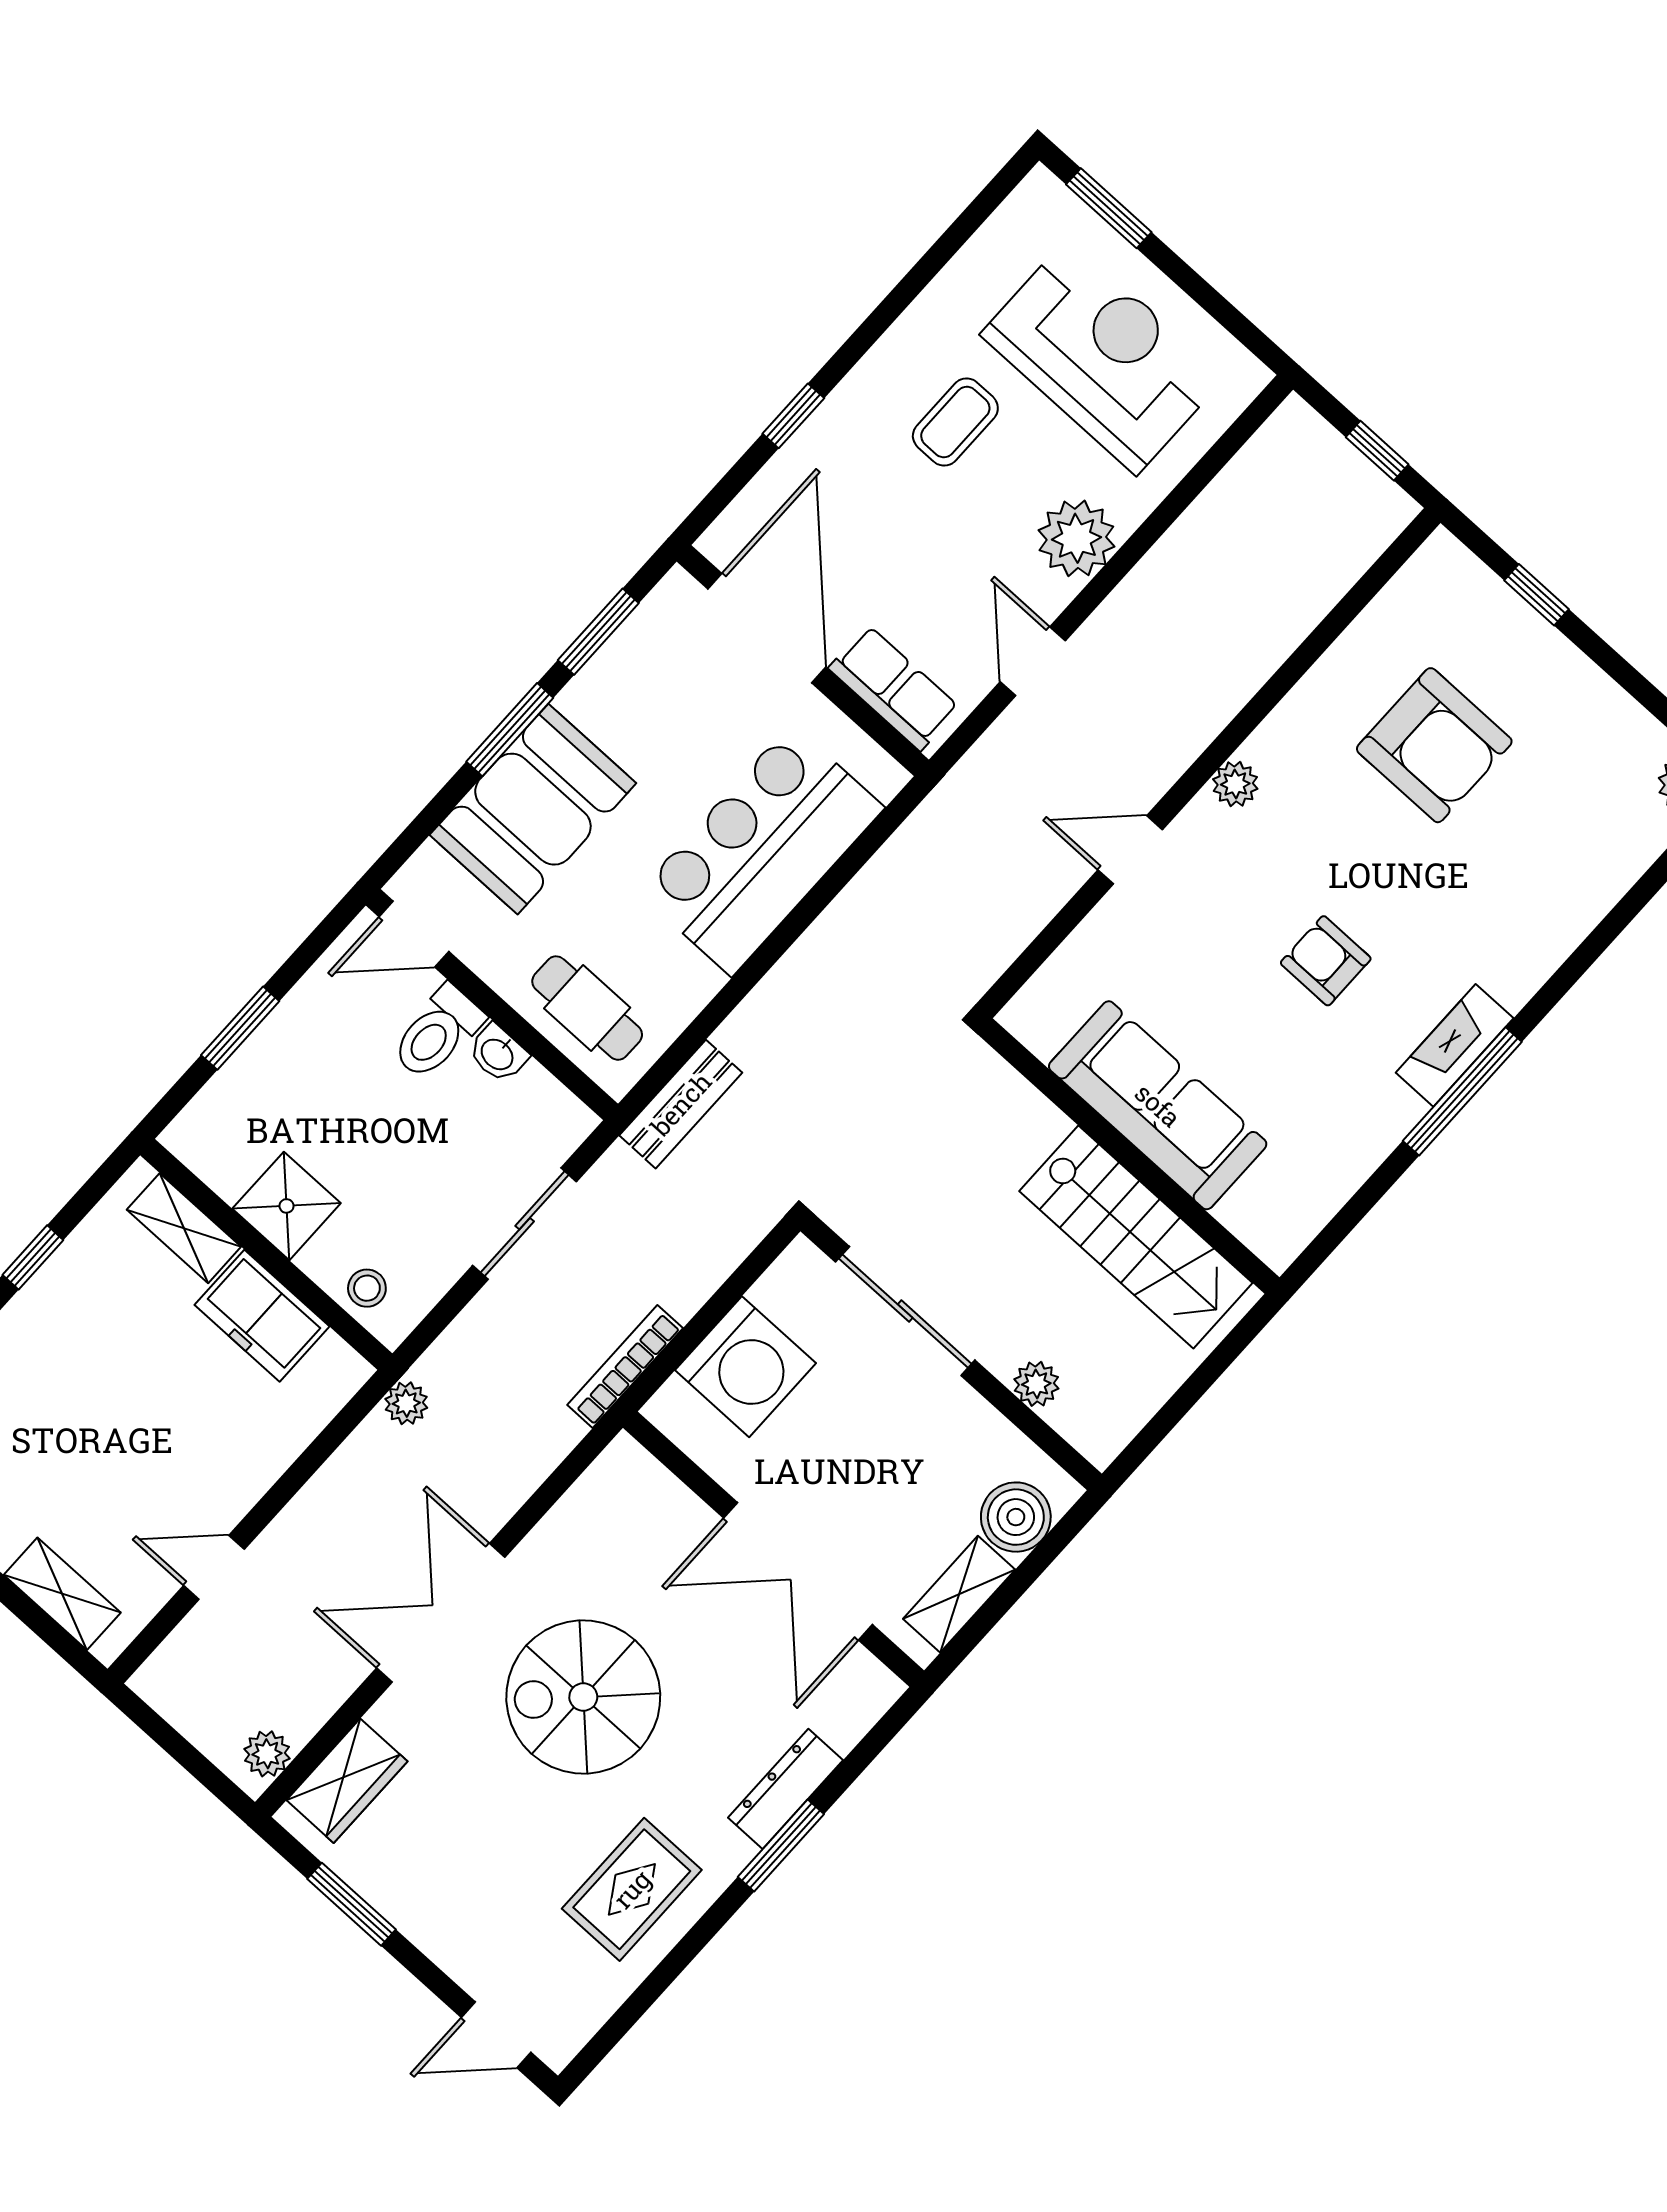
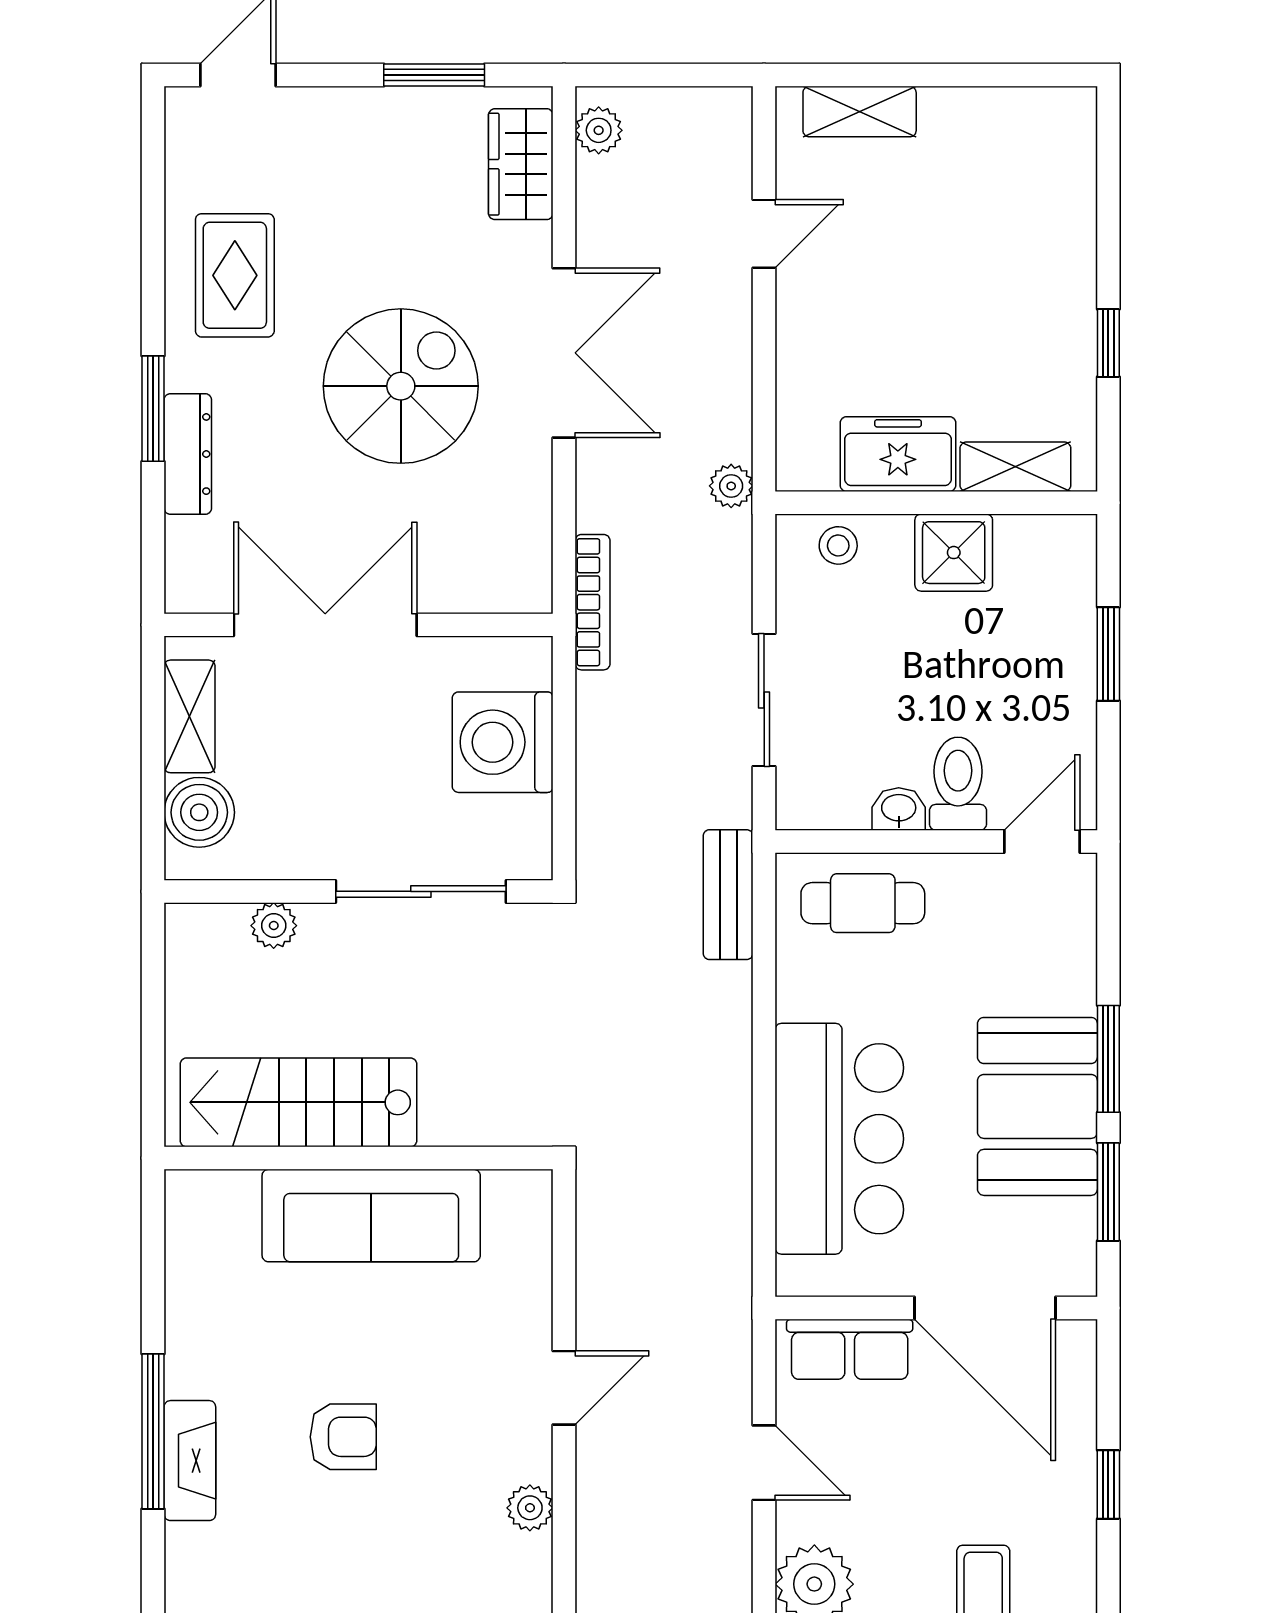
booth: (533, 809) -> (1037, 1106), moved
bookcase: (625, 1367) -> (593, 602), moved

